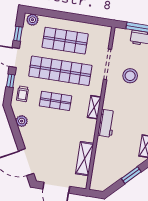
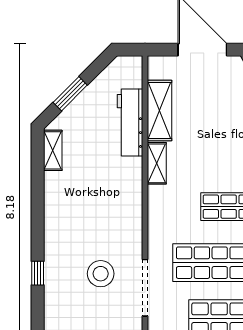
shelving: (94, 107) -> (157, 163), moved
workbench: (106, 123) -> (130, 123), moved, width x1.38

